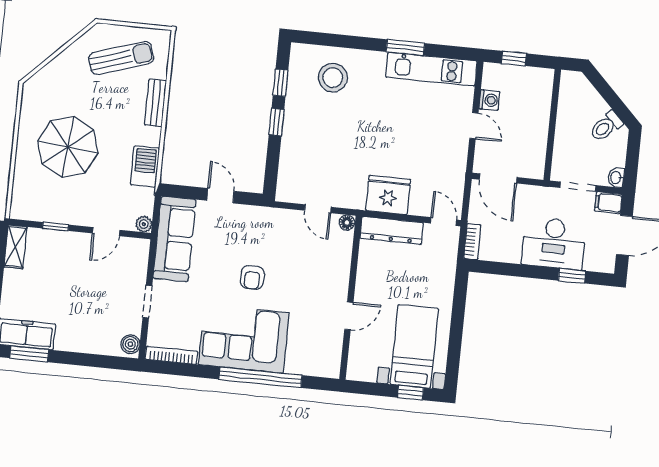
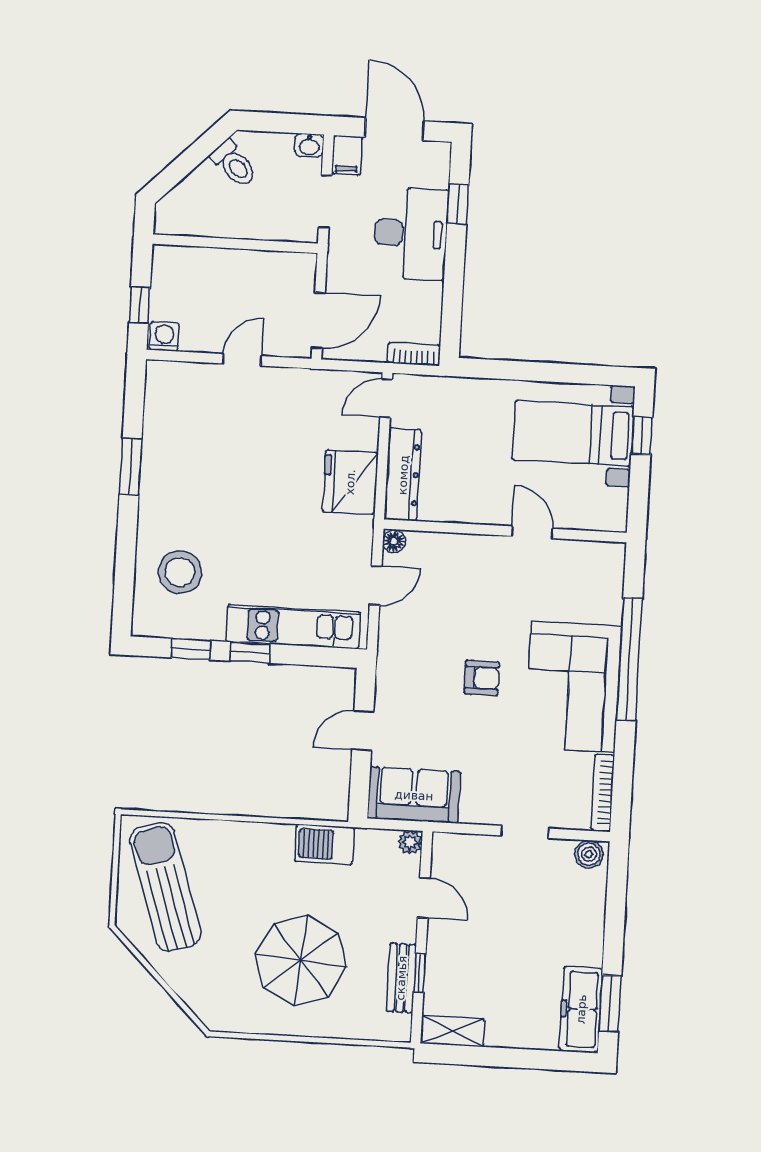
sun lounger: (121, 58) -> (165, 887), width x1.36, depth x1.34
kitchen unit: (431, 69) -> (293, 627), moved, turned -90
washing machine: (489, 100) -> (164, 336), moved
bench: (155, 103) -> (401, 978), moved, turned 90
sofa: (175, 239) -> (414, 795), width x0.73

